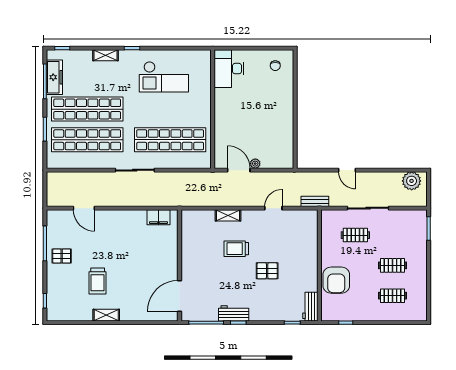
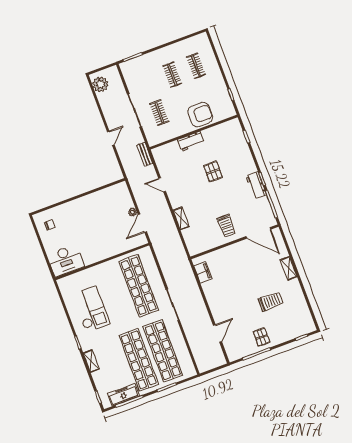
trolley: (236, 249) -> (226, 226), moved
workbench: (310, 307) -> (191, 141), moved
shelving: (106, 315) -> (289, 268), moved

